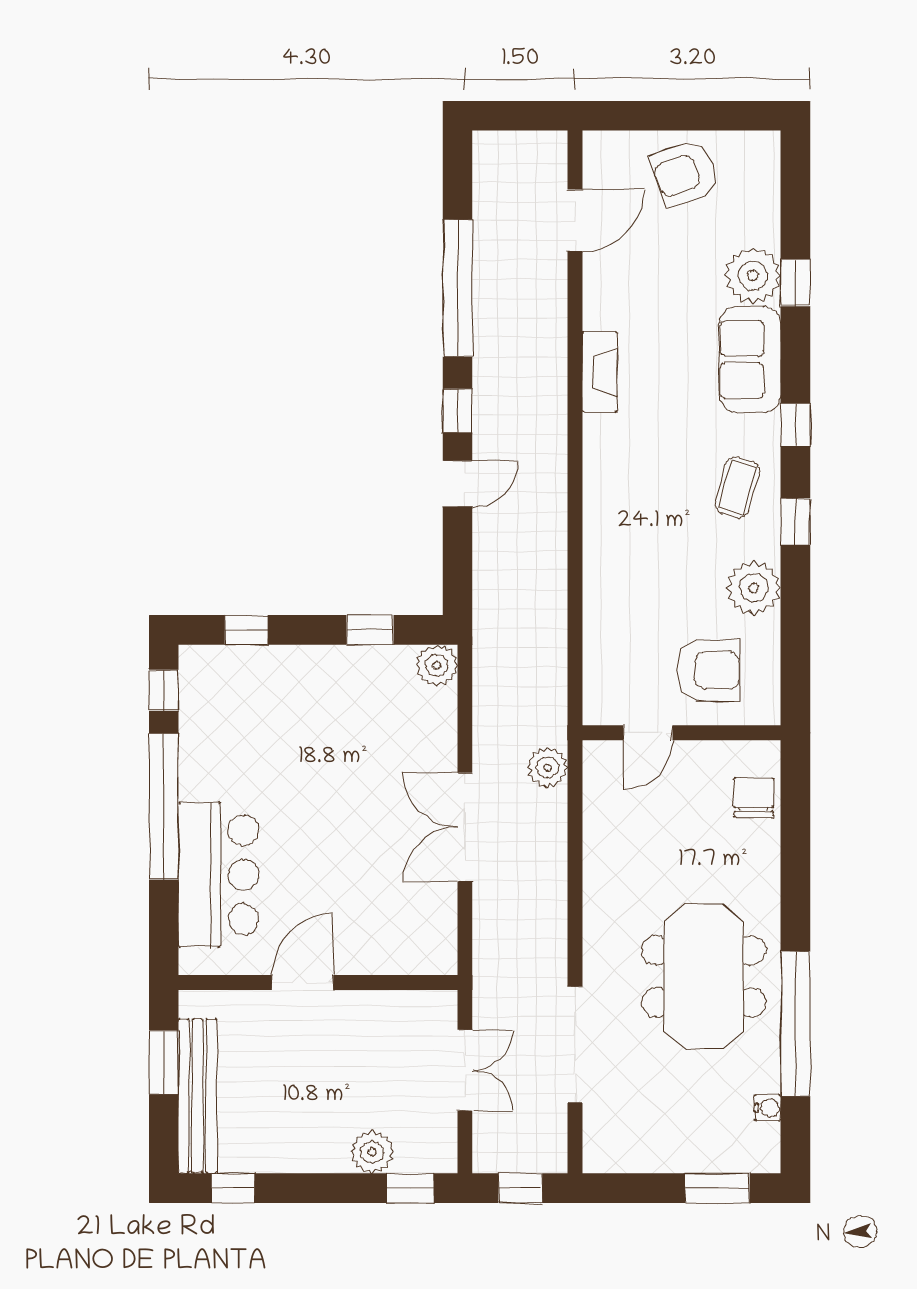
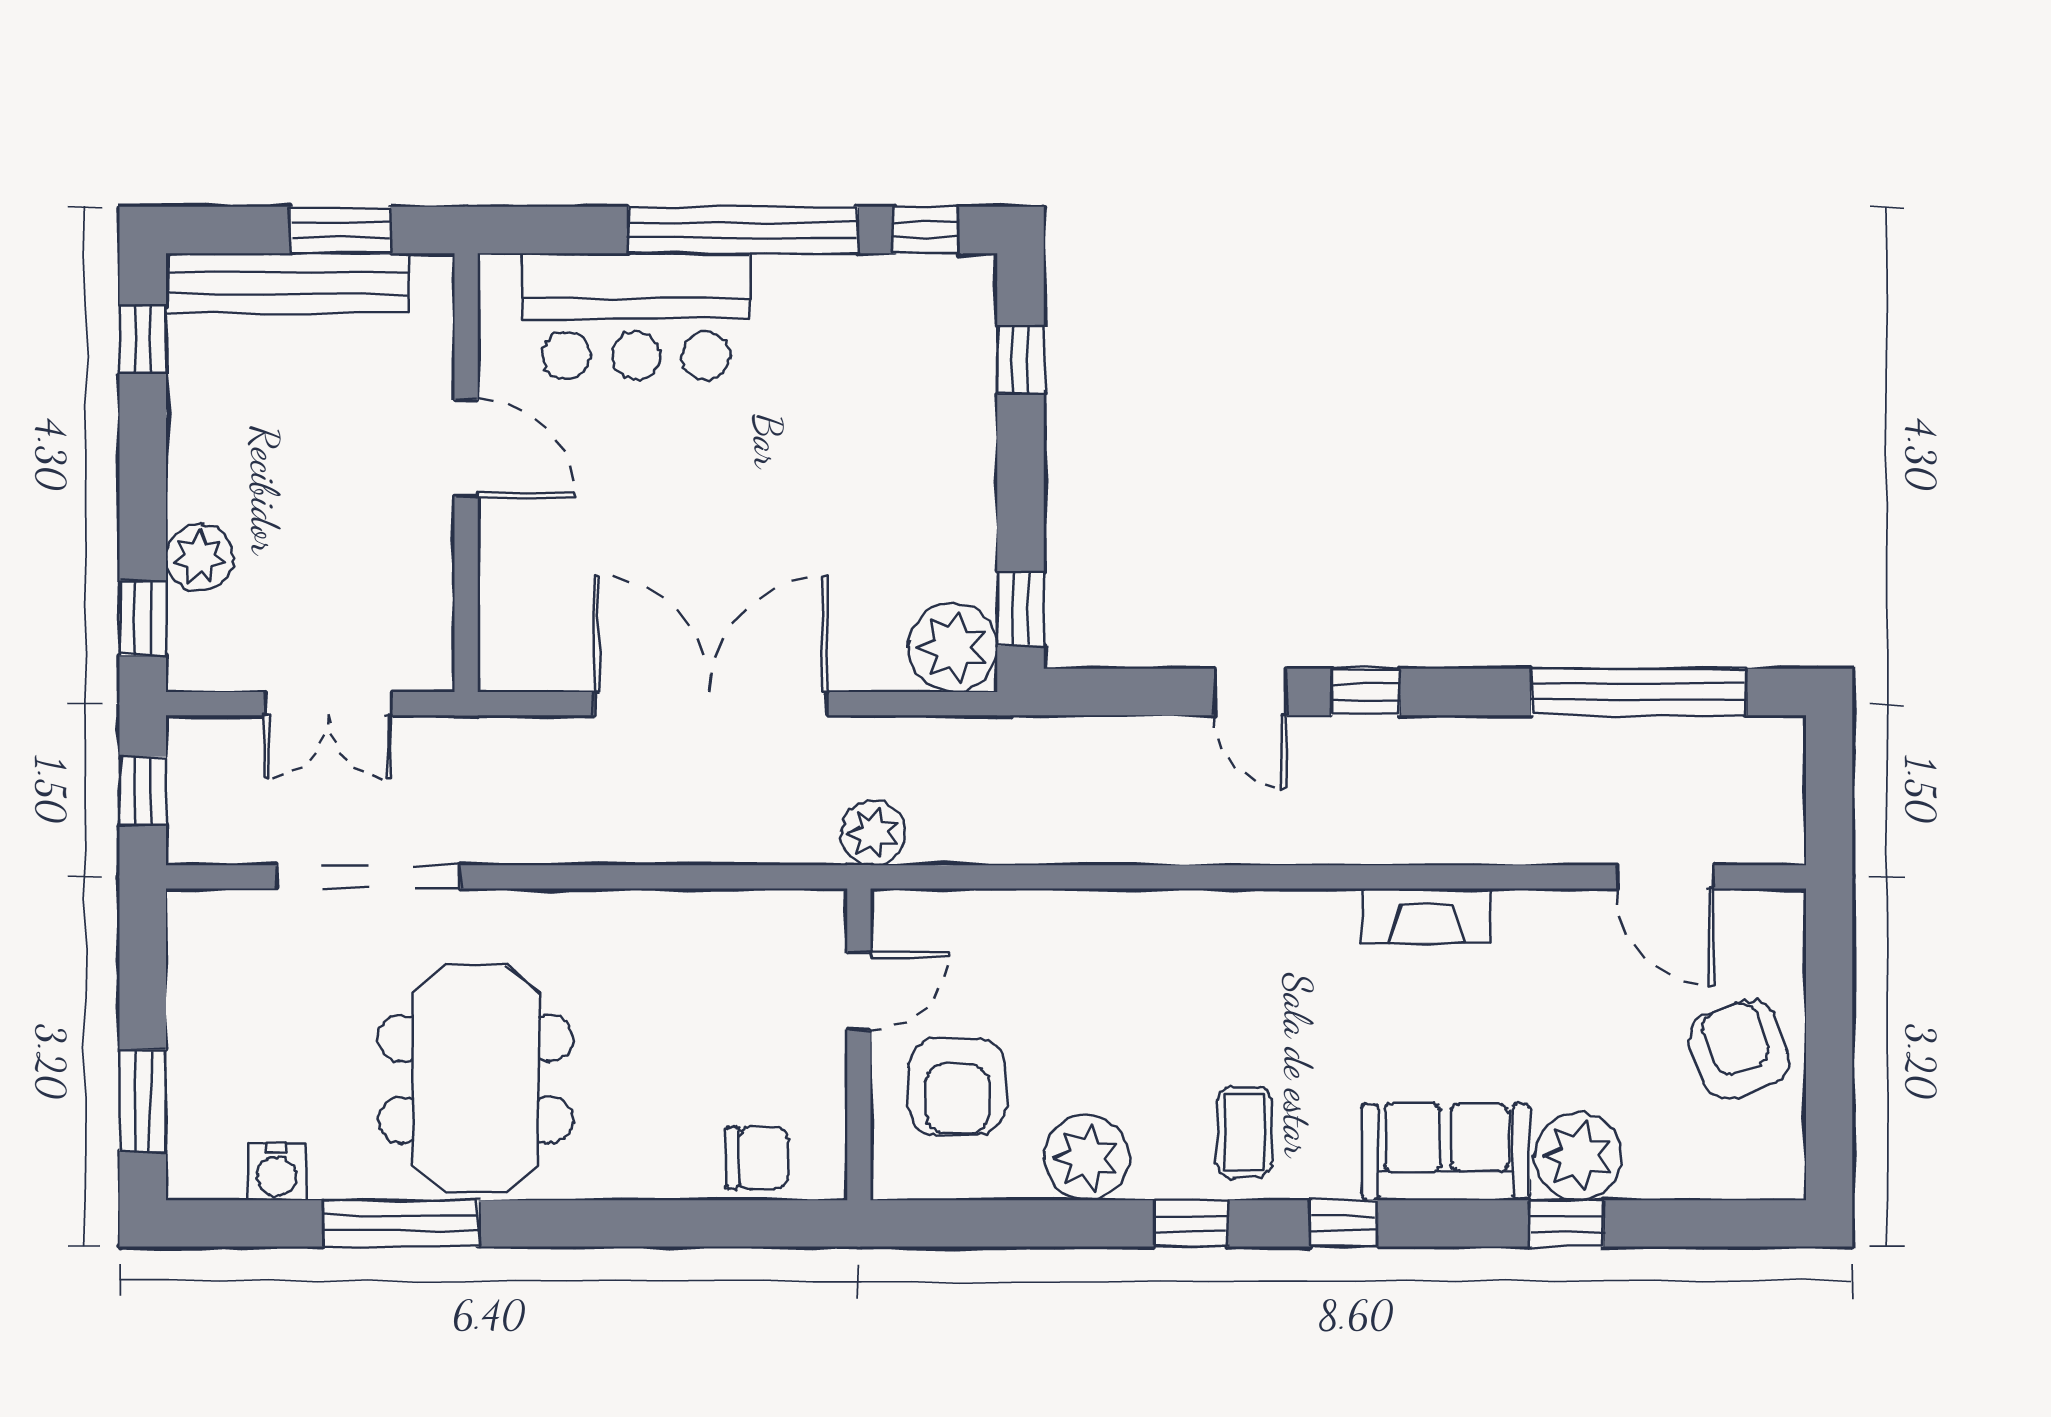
window: (458, 288) -> (1639, 692), moved
coffee table: (737, 487) -> (1245, 1132), turned 74
window: (370, 630) -> (1021, 609), moved
plant: (437, 665) -> (953, 648), width x1.36, depth x1.36
door: (648, 733) -> (859, 991), swing flipped
plant: (547, 767) -> (873, 833), moved
double door: (465, 827) -> (711, 704), width x1.36
meeting table: (704, 976) -> (476, 1079), turned 90
window: (795, 1024) -> (401, 1223), width x0.68
water cooler: (768, 1108) -> (277, 1172), width x1.38, depth x1.38

